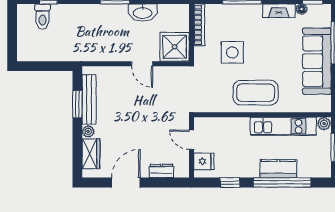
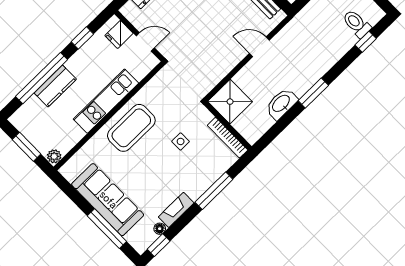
side table: (232, 52) -> (181, 141), width x0.54, depth x0.54
door: (142, 64) -> (259, 47), moved
kitchen unit: (283, 126) -> (106, 101), moved

